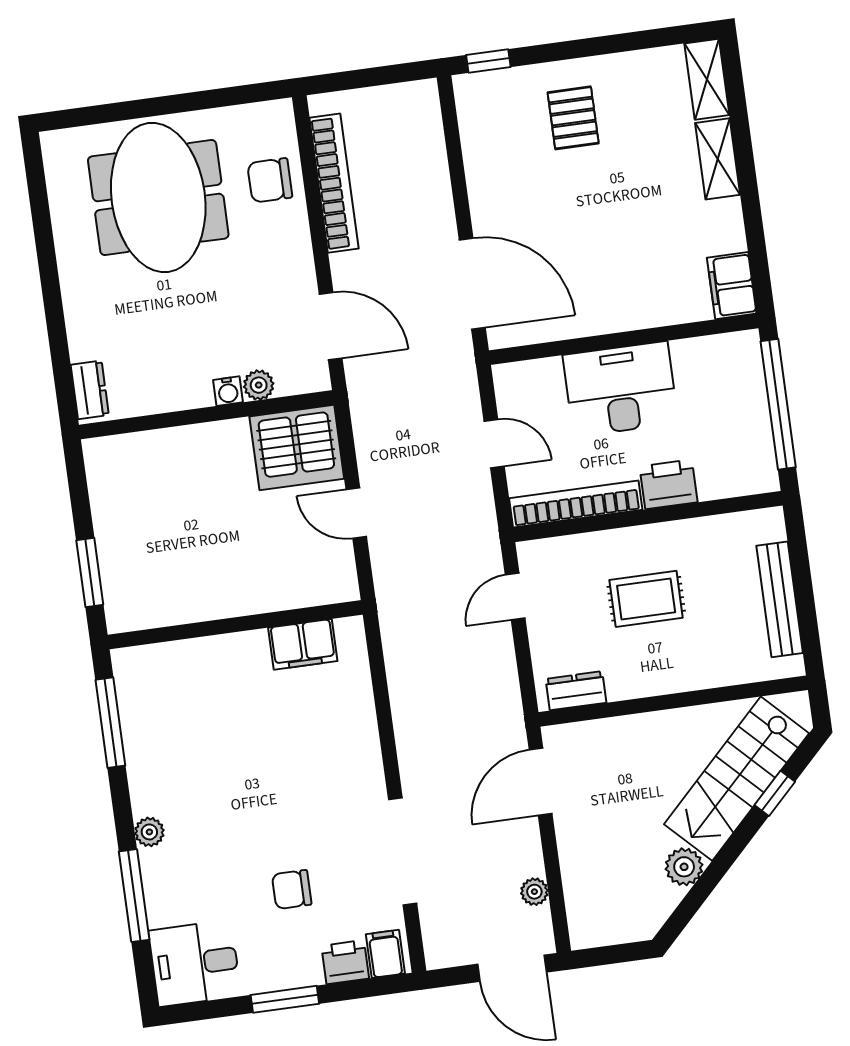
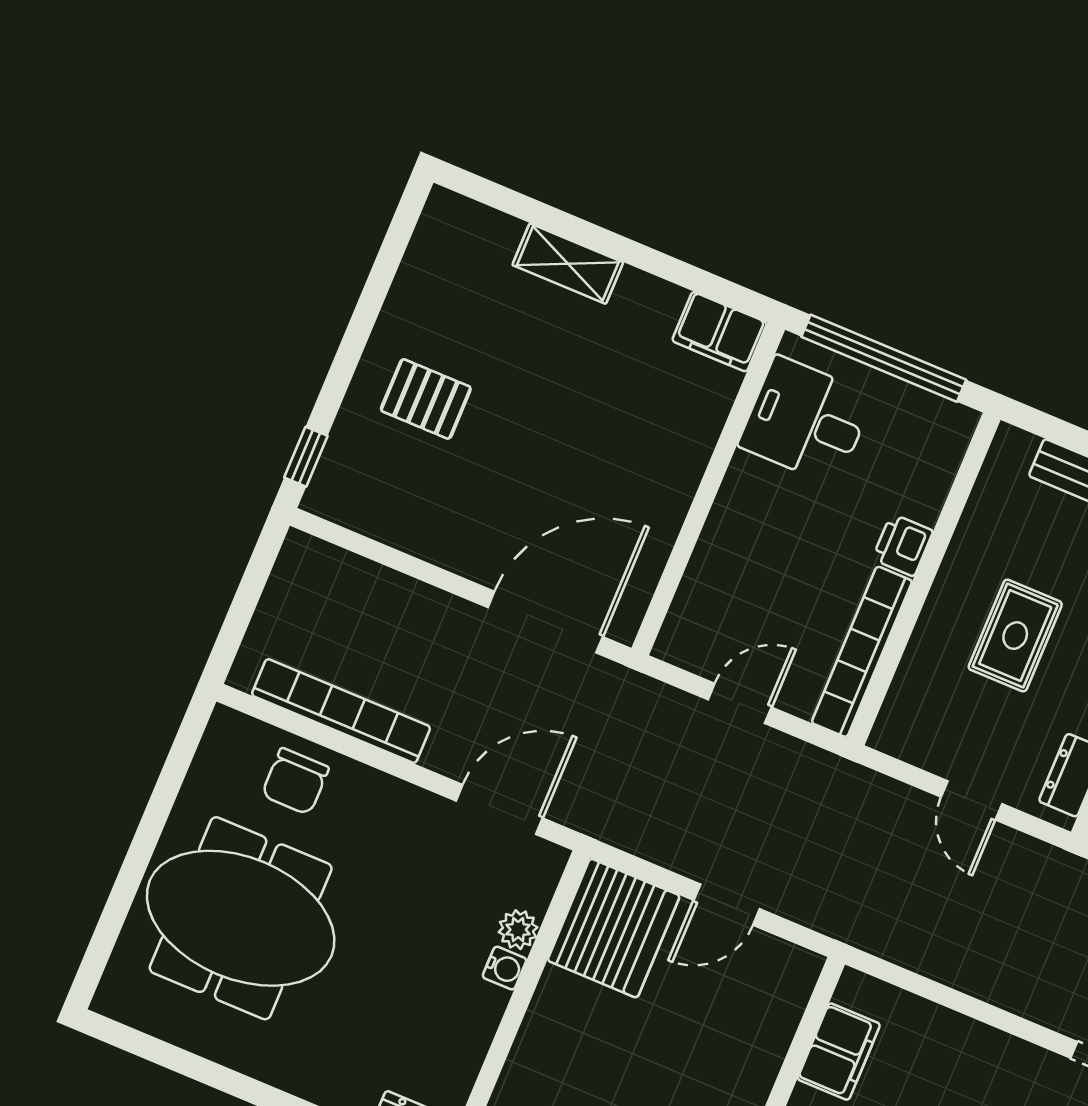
shelving: (707, 79) -> (471, 223), removed
desk: (621, 389) -> (806, 421), moved, width x0.73
printer: (668, 484) -> (903, 545), width x0.73, depth x0.81
door: (515, 597) -> (971, 800), moved

